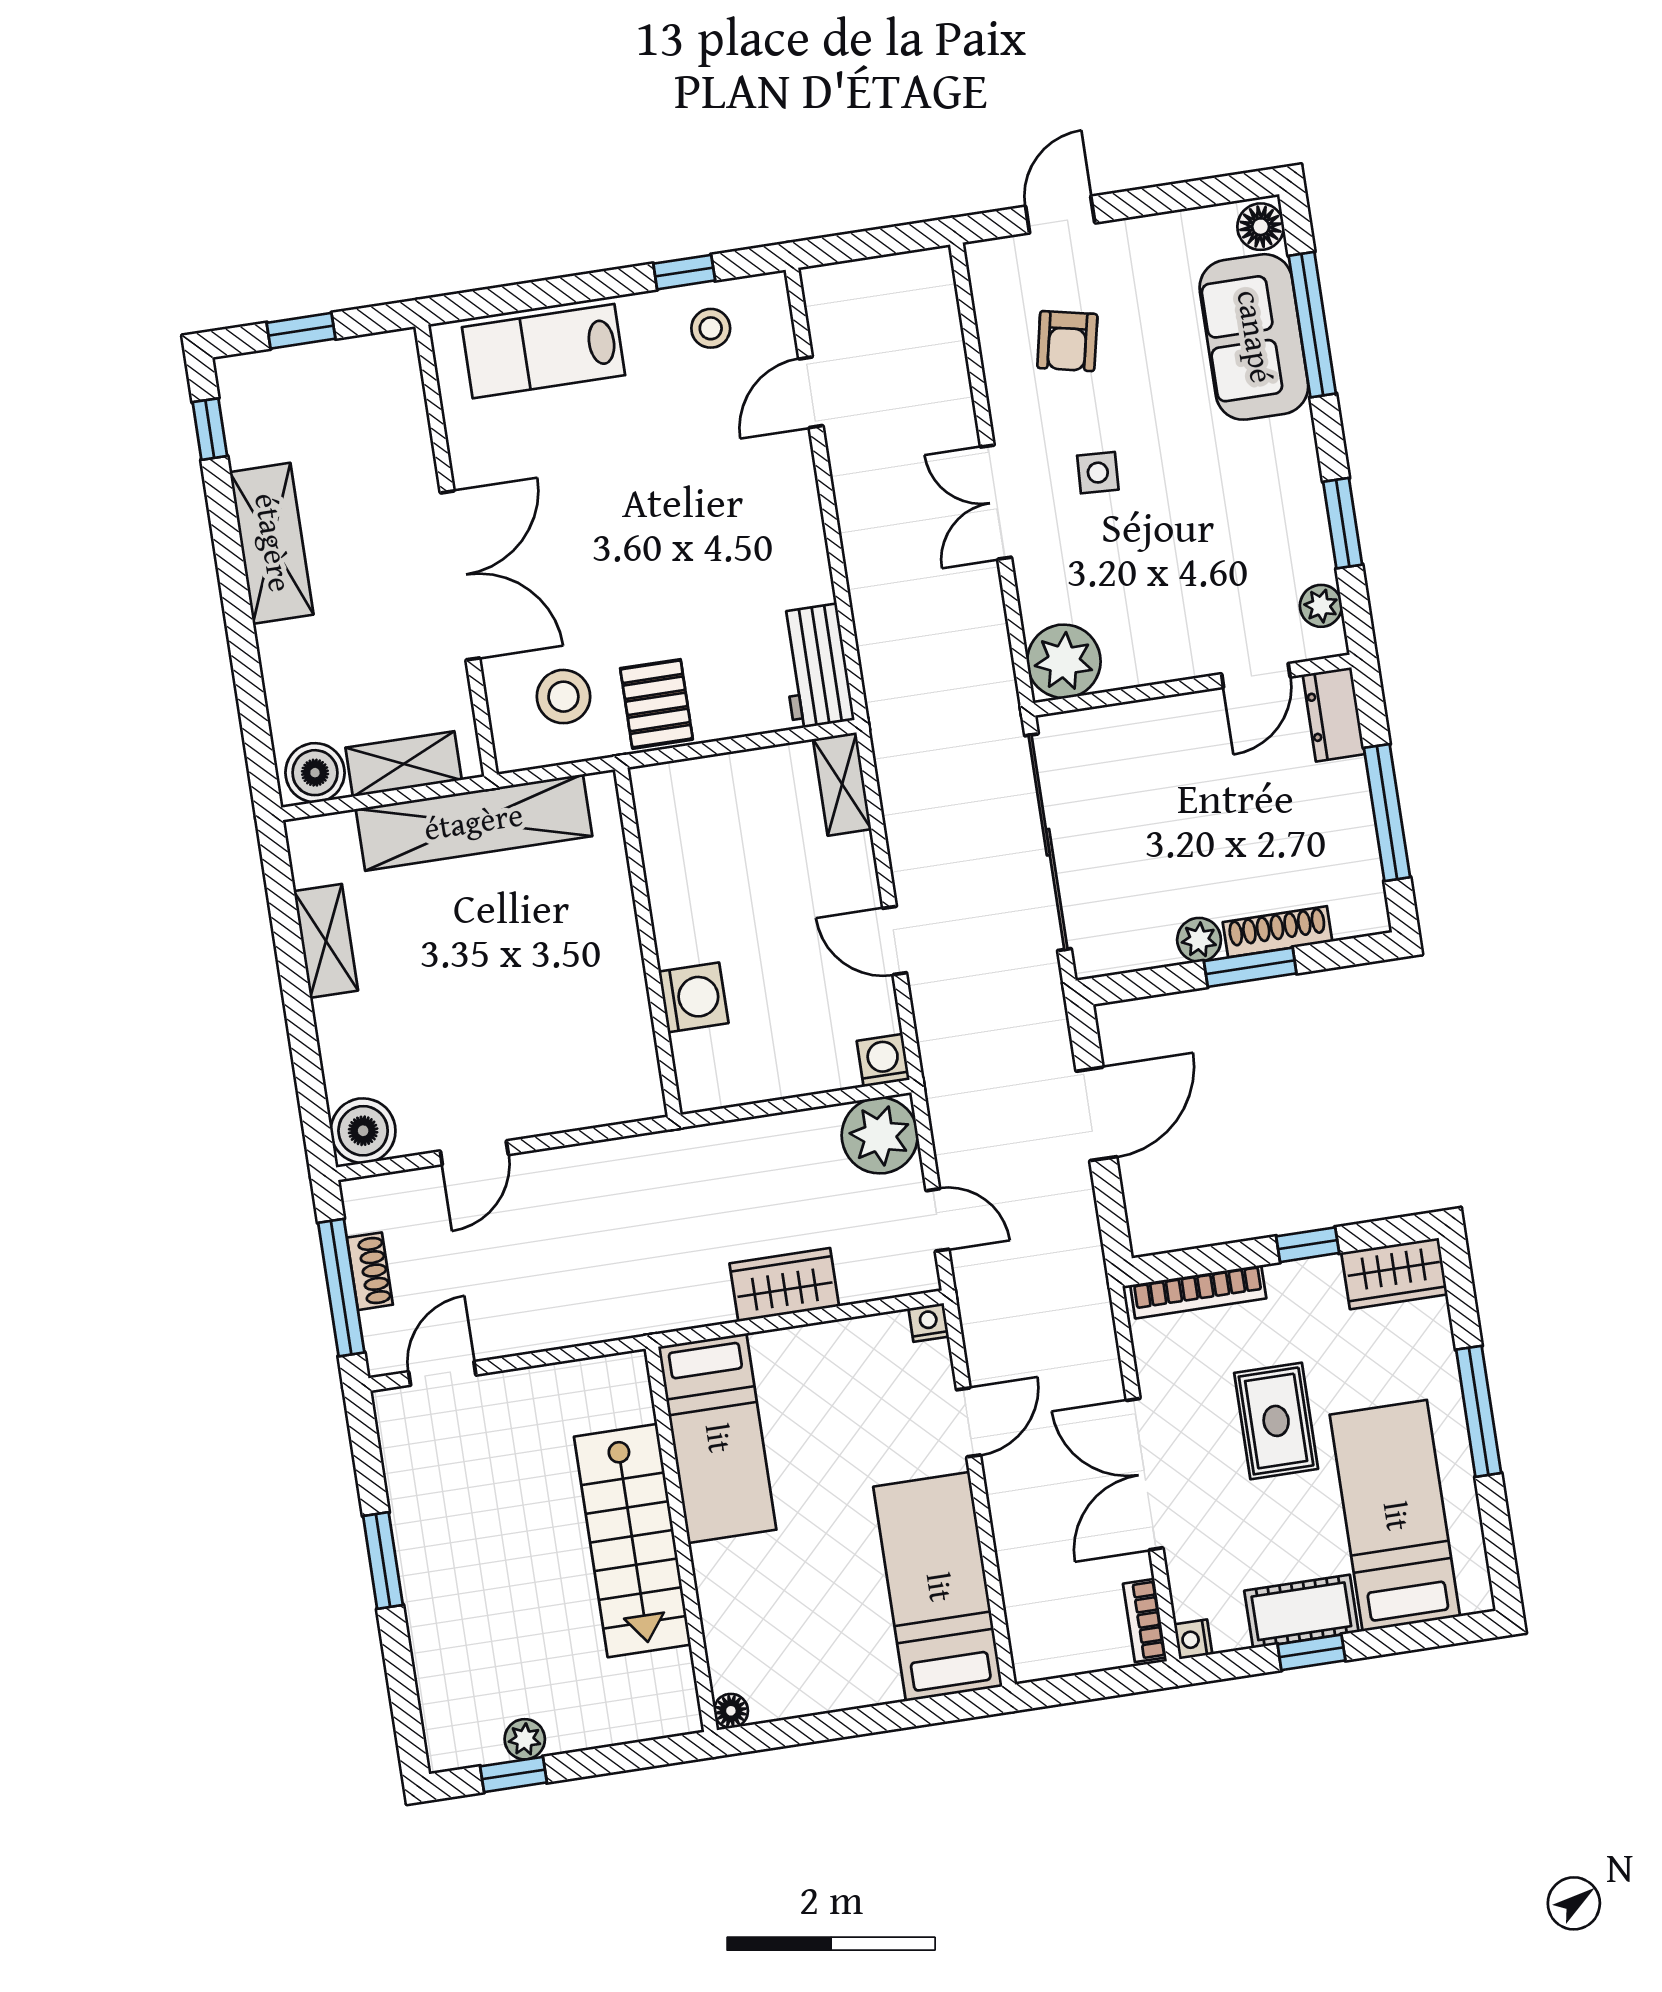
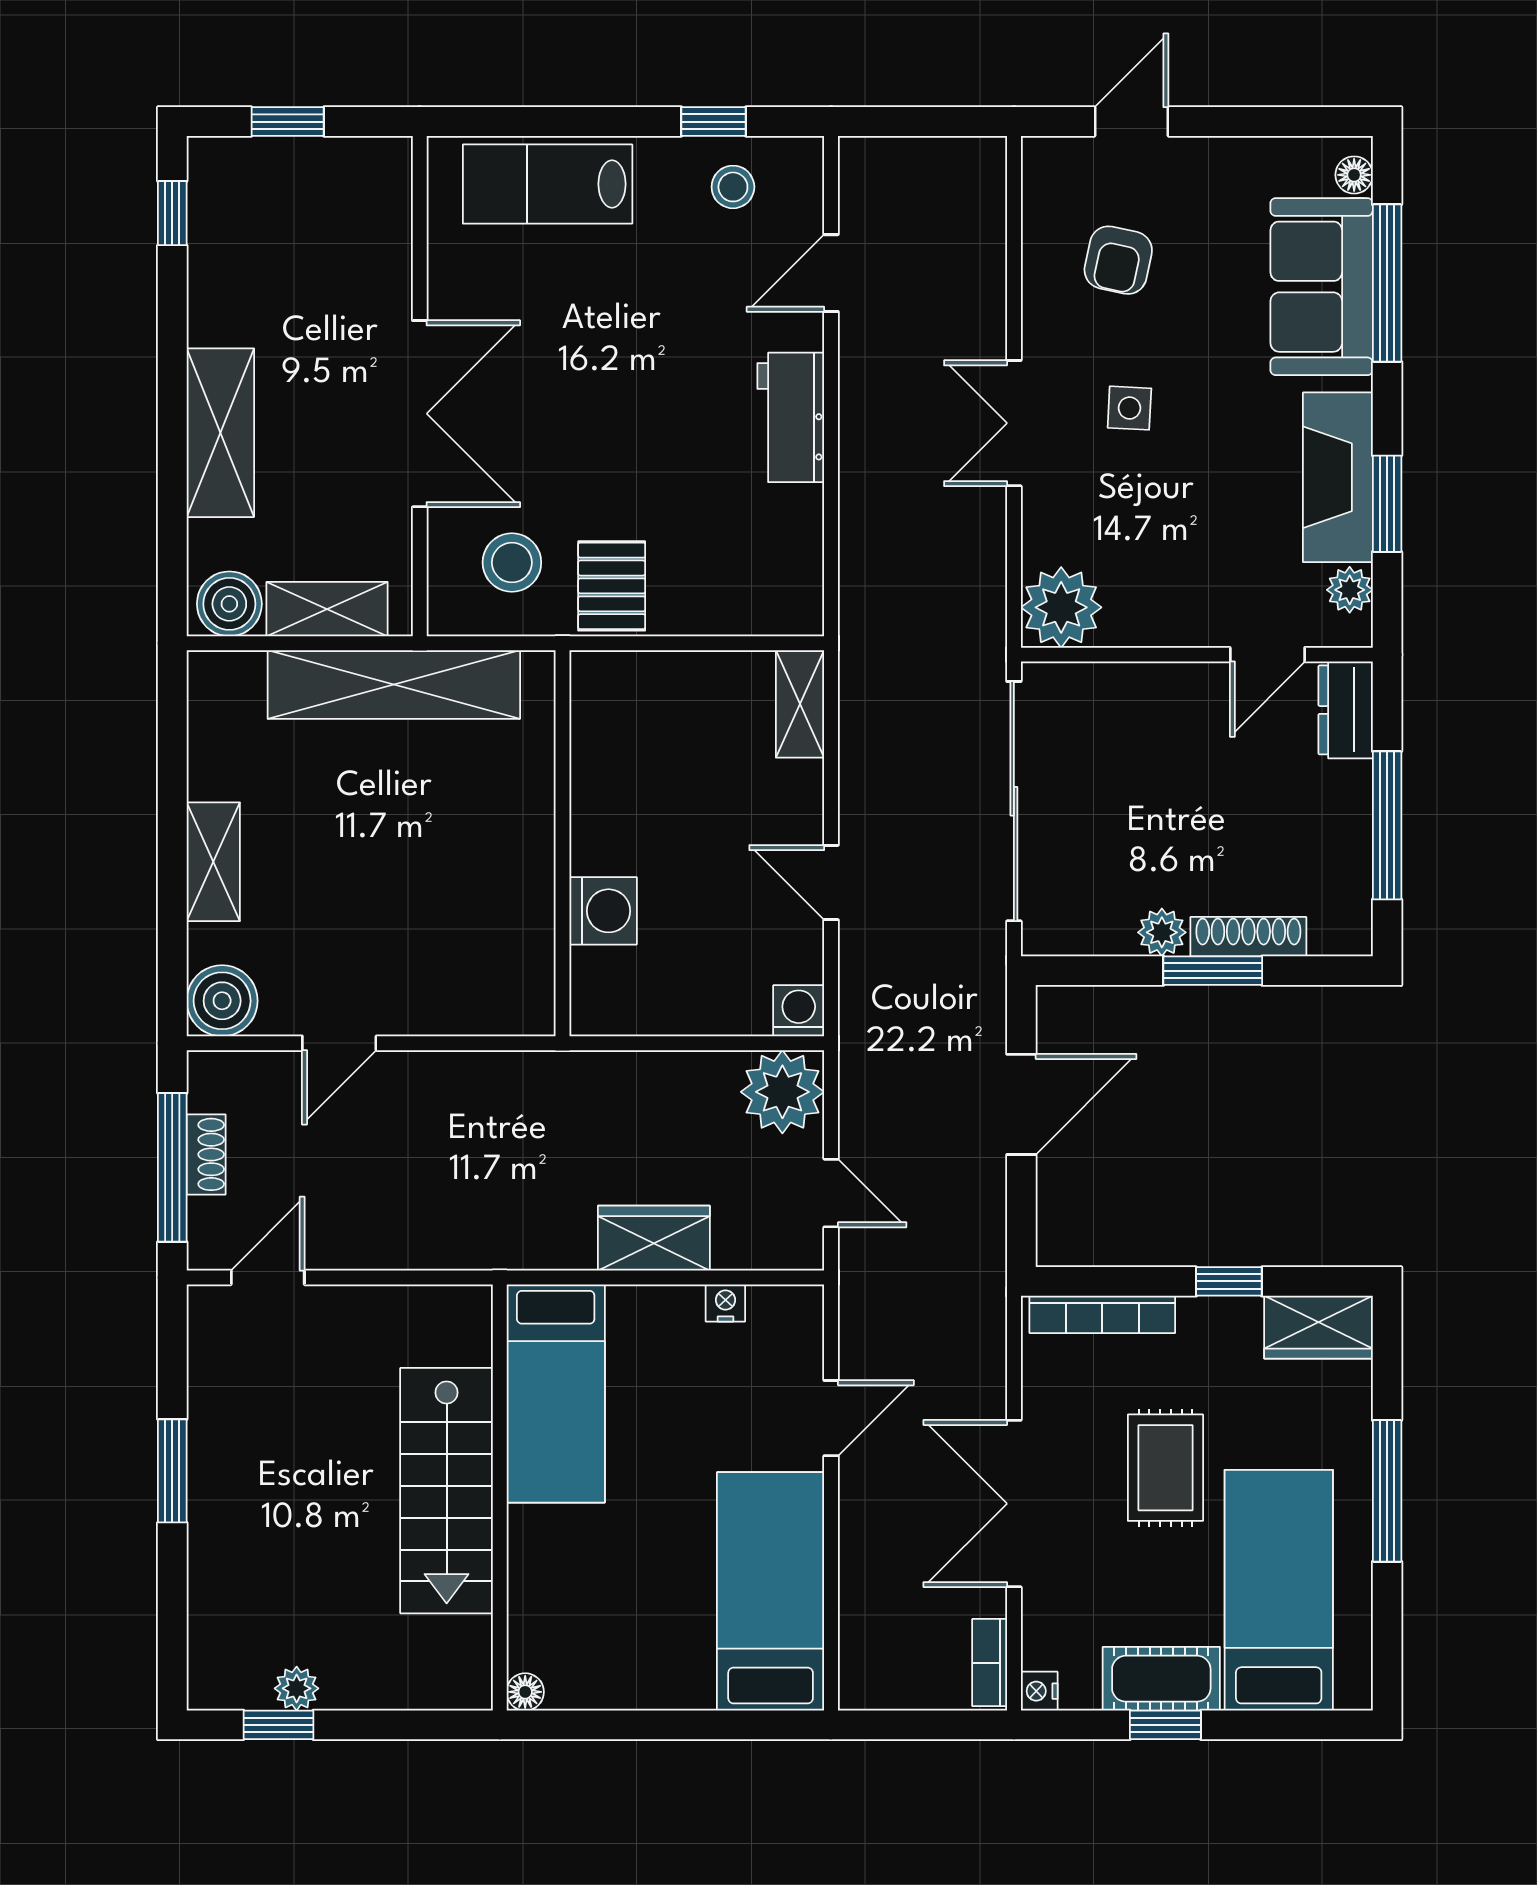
floor lamp: (1261, 227) -> (1354, 175), width x0.73, depth x0.73
fireplace: (1295, 506) -> (1338, 477), added
shelving: (272, 543) -> (220, 433), moved
workbench: (816, 666) -> (791, 417), moved
shelving: (326, 941) -> (213, 862), moved
nightstand: (929, 1322) -> (725, 1303), moved

